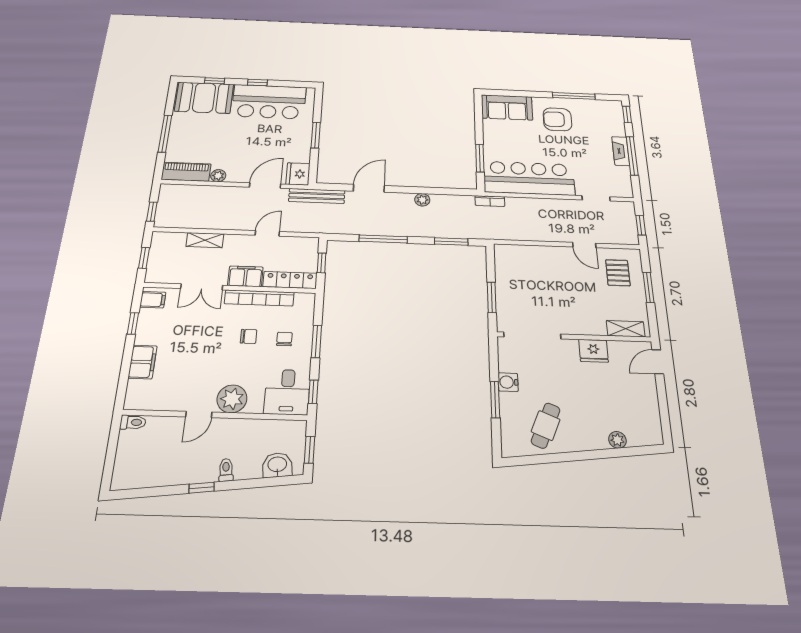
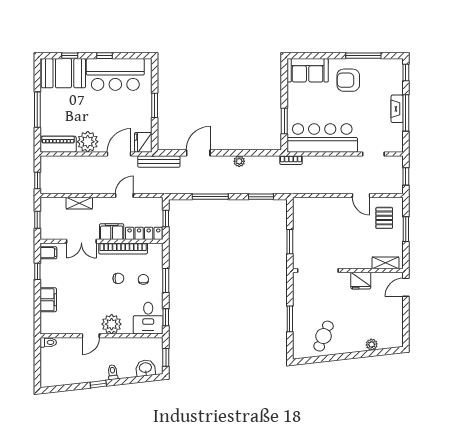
plant: (218, 176) -> (88, 142), width x1.88, depth x1.88
water cooler: (508, 382) -> (299, 306), removed

